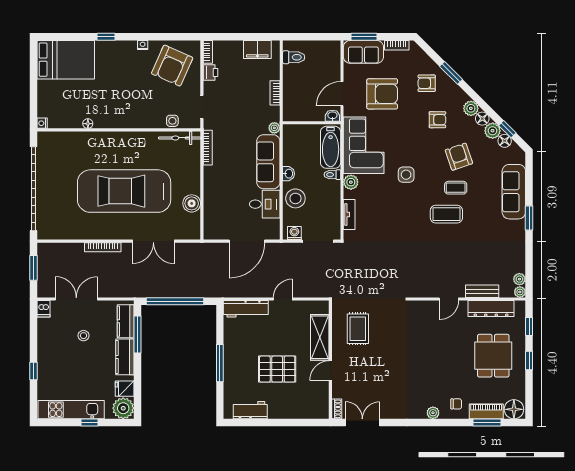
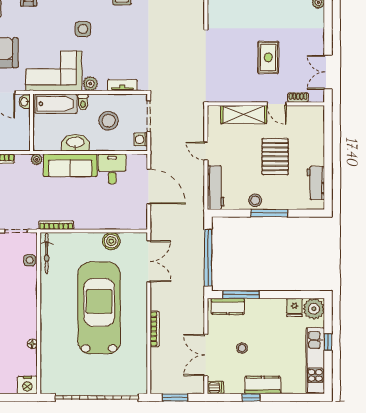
nightstand: (42, 123) -> (27, 385), width x1.89, depth x1.79
washbasin: (289, 174) -> (75, 143), width x1.91, depth x1.45
car: (124, 191) -> (99, 308), turned 180
stool: (295, 198) -> (109, 121), moved
double door: (153, 241) -> (149, 261), moved
rug: (358, 329) -> (268, 57), moved, turned 90
stool: (233, 349) -> (255, 200), added
kitchen counter: (125, 357) -> (263, 385), moved, turned 180
window: (33, 371) -> (251, 397), moved
shoe rack: (337, 409) -> (298, 98), moved

